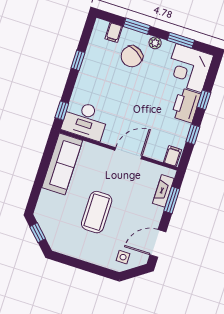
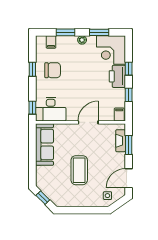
chair: (132, 56) -> (53, 70), moved, turned -120

